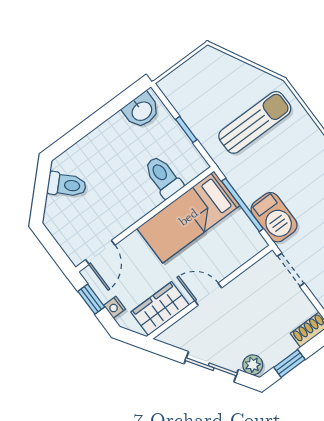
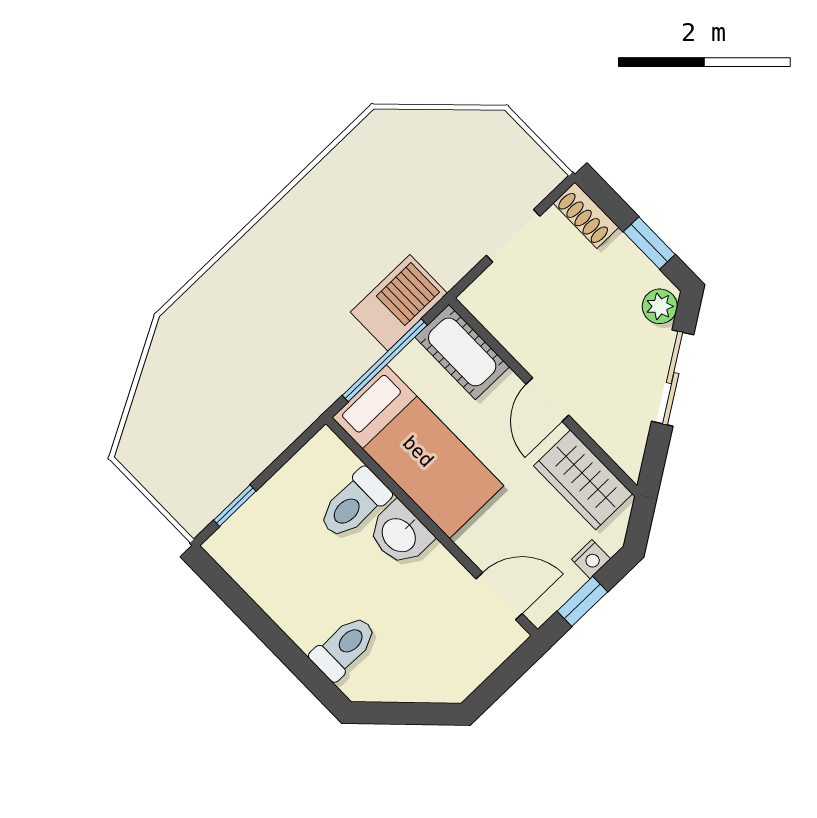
washbasin: (141, 111) -> (400, 534), moved, turned 180
sun lounger: (255, 122) -> (239, 357), removed
window: (186, 130) -> (235, 506), moved
toilet: (67, 185) -> (344, 647), moved, turned 45
cot: (241, 249) -> (462, 352), added
doorway: (291, 270) -> (513, 236), moved

